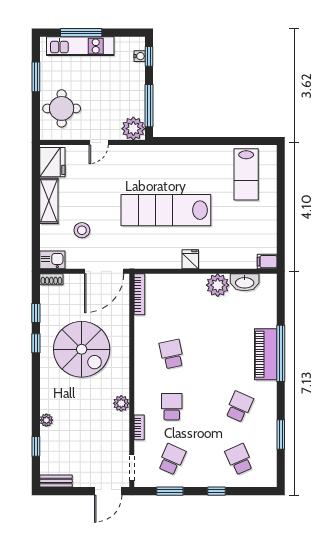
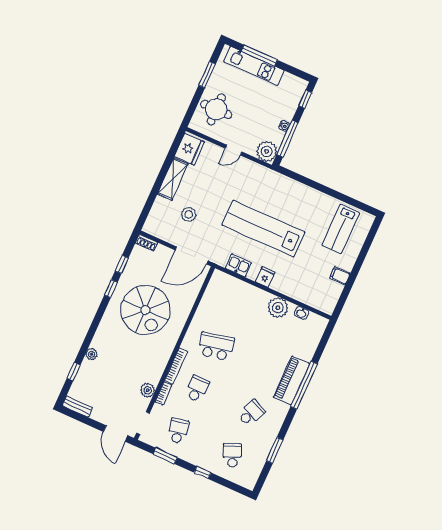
water cooler: (140, 56) -> (284, 126), moved
kitchen sink: (52, 260) -> (238, 265), moved
filing cabinet: (267, 262) -> (340, 276), moved
washbasin: (245, 282) -> (302, 313), width x0.52, depth x0.69
bookcase: (139, 294) -> (176, 366), moved
school desk: (172, 354) -> (216, 346), width x1.85
plant: (121, 403) -> (148, 390), moved
school desk: (172, 459) -> (178, 431), turned -36
door: (108, 491) -> (116, 434), hinge flipped

